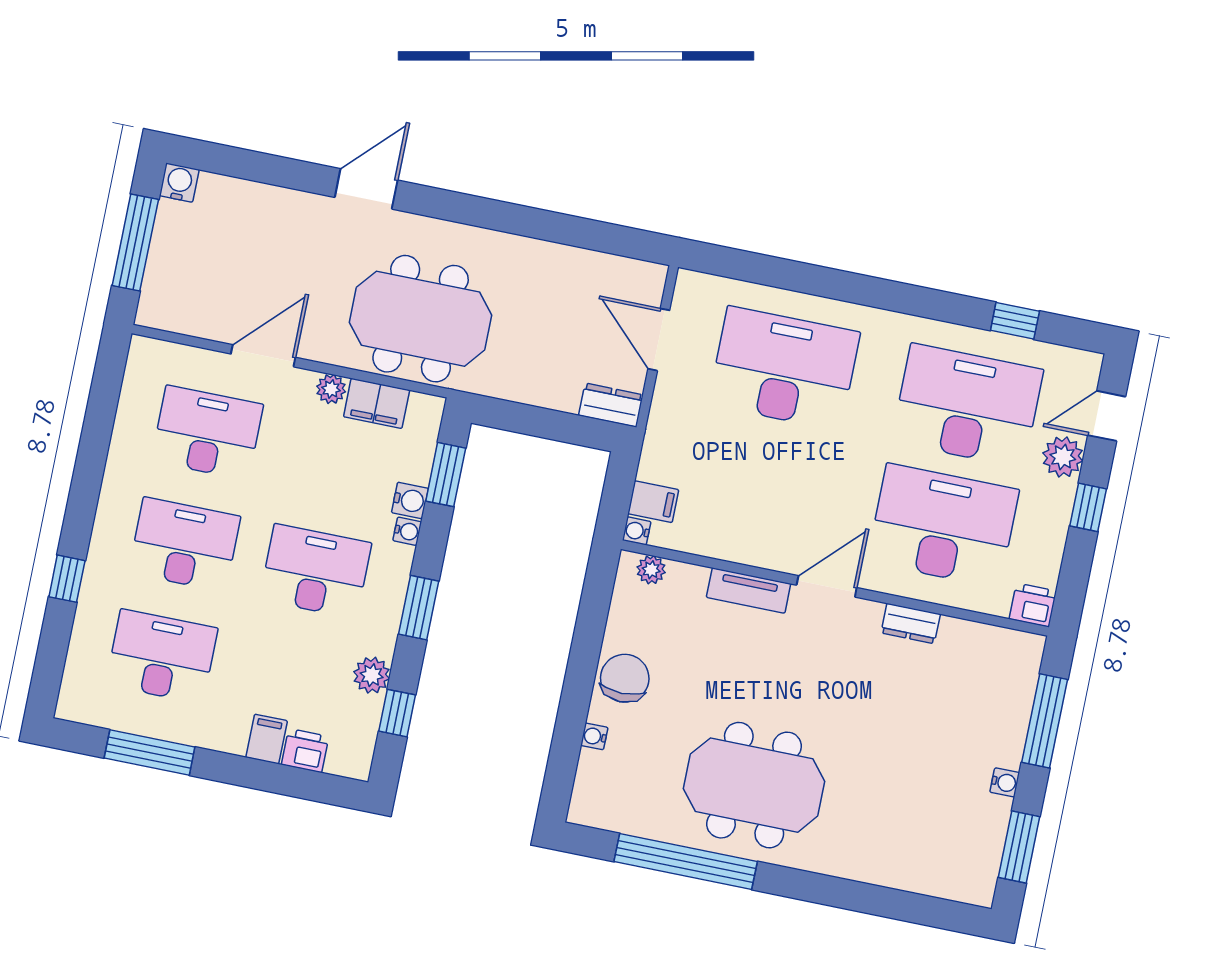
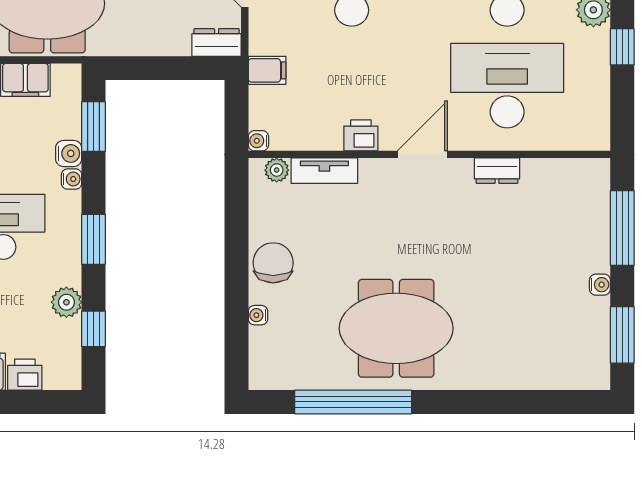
filing cabinet: (653, 502) -> (267, 70), moved
tv unit: (749, 590) -> (324, 171), moved
printer: (1033, 605) -> (361, 135), moved

